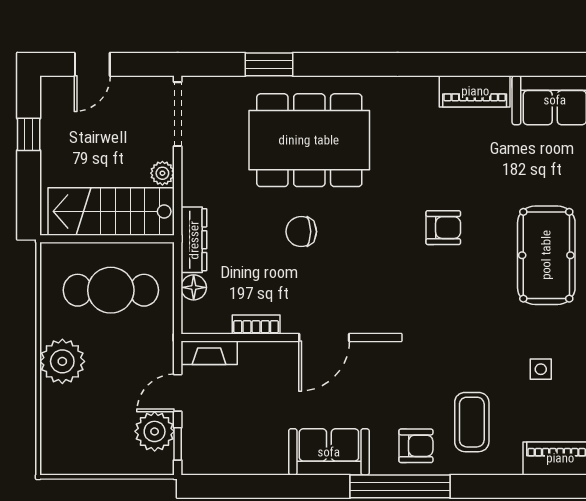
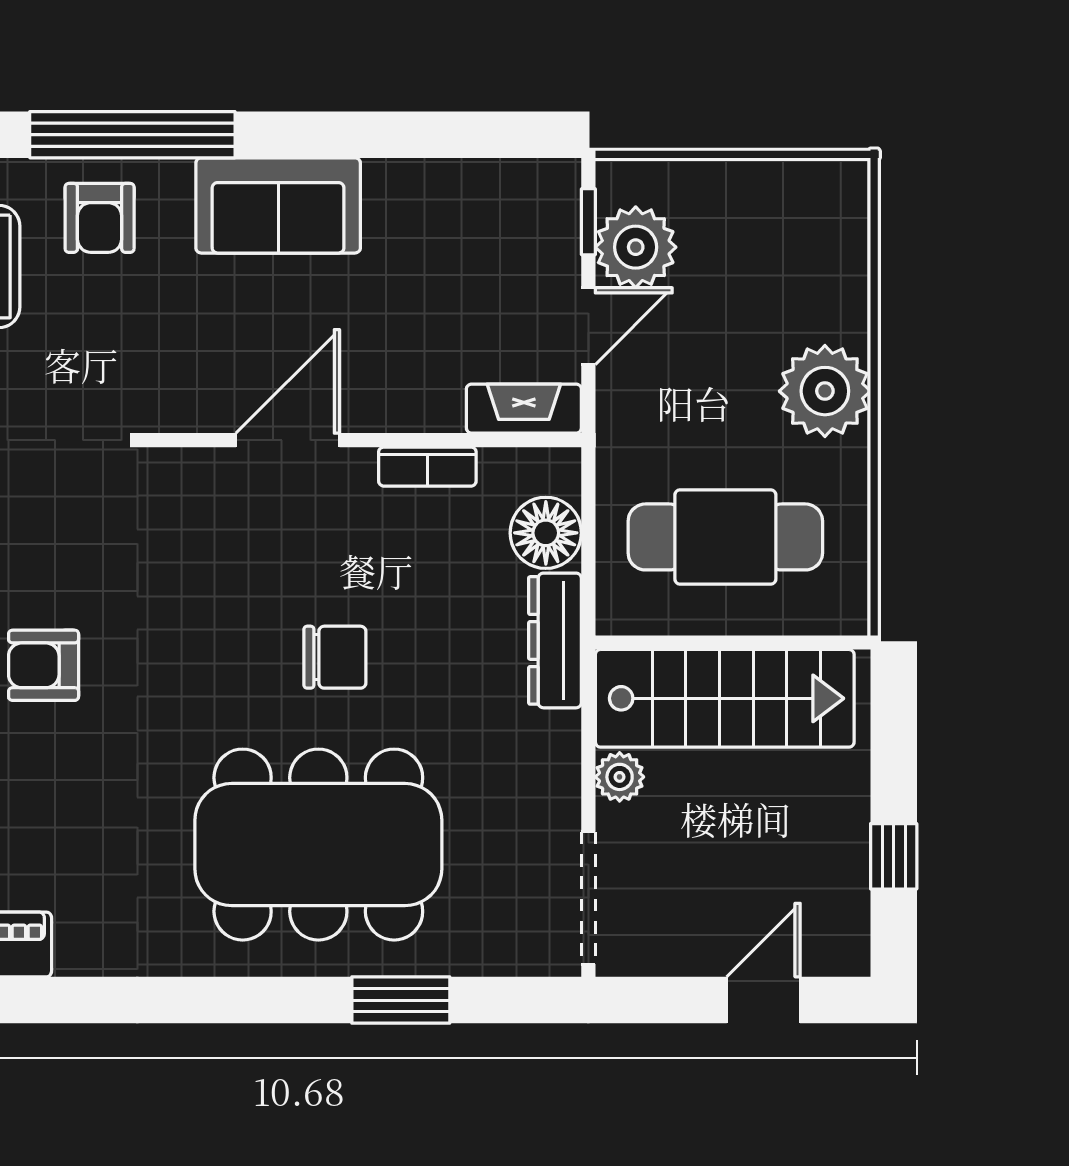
floor lamp: (194, 287) -> (546, 533), width x1.38, depth x1.38
armchair: (416, 446) -> (100, 218), turned -90

